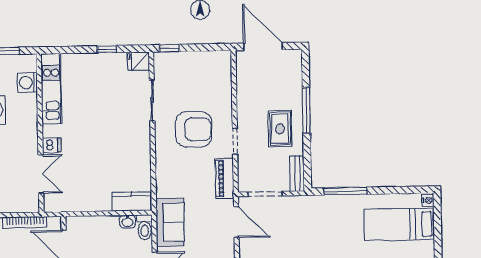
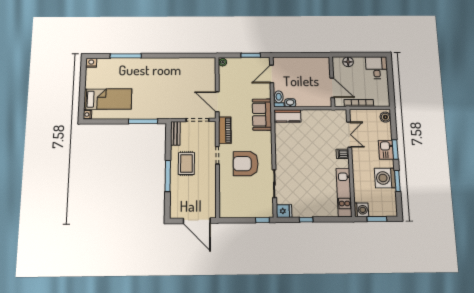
washing machine: (27, 82) -> (361, 210), moved
double door: (41, 174) -> (349, 135), swing flipped
sofa: (170, 222) -> (262, 115), moved

